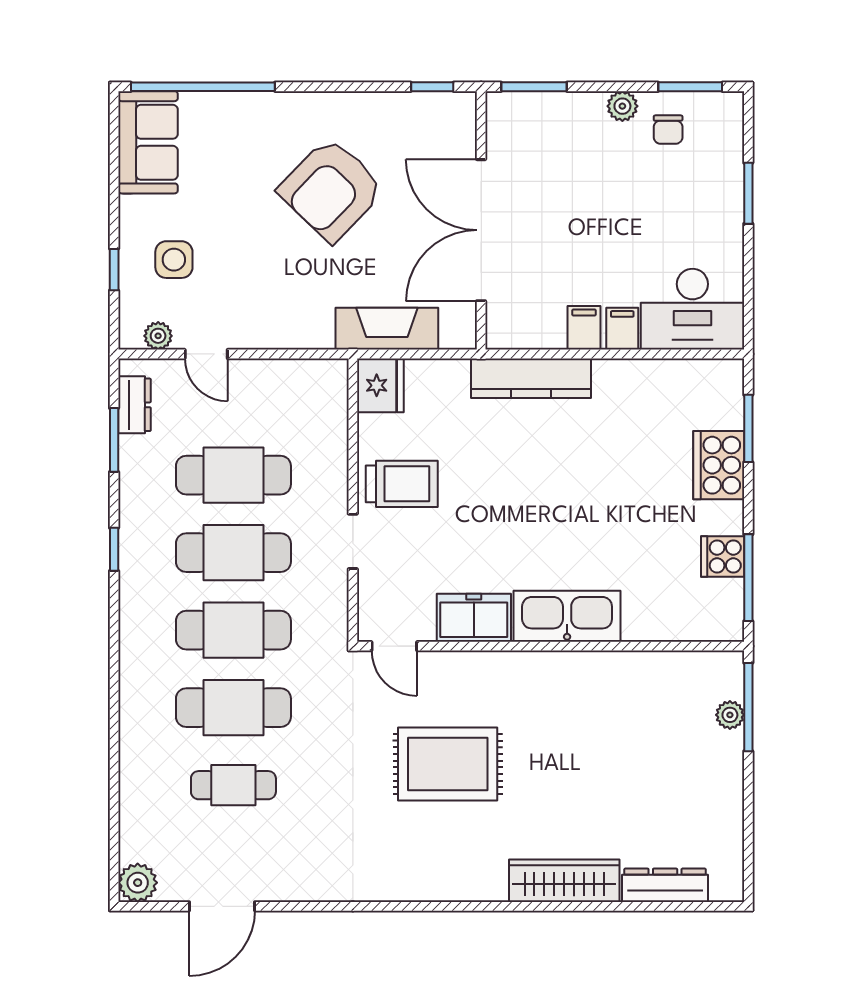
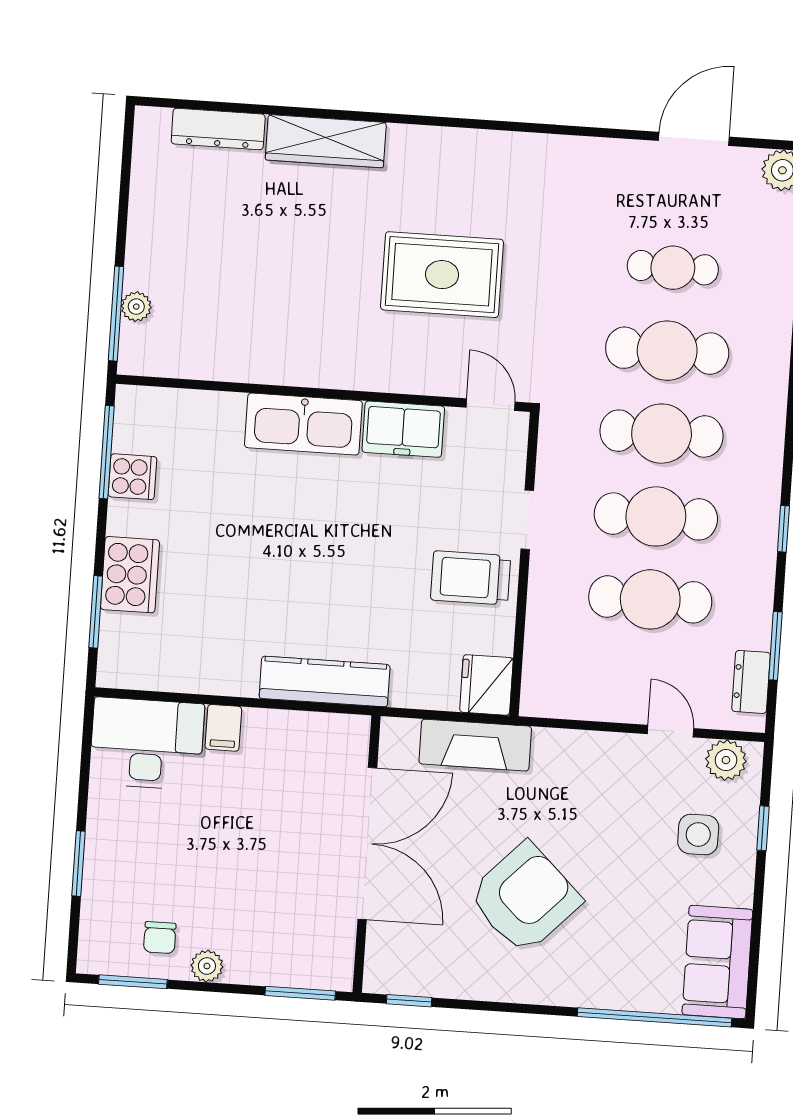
chair: (668, 130) -> (160, 938), turned 180
filing cabinet: (584, 328) -> (264, 732), removed
plant: (158, 336) -> (726, 760), width x1.38, depth x1.38

